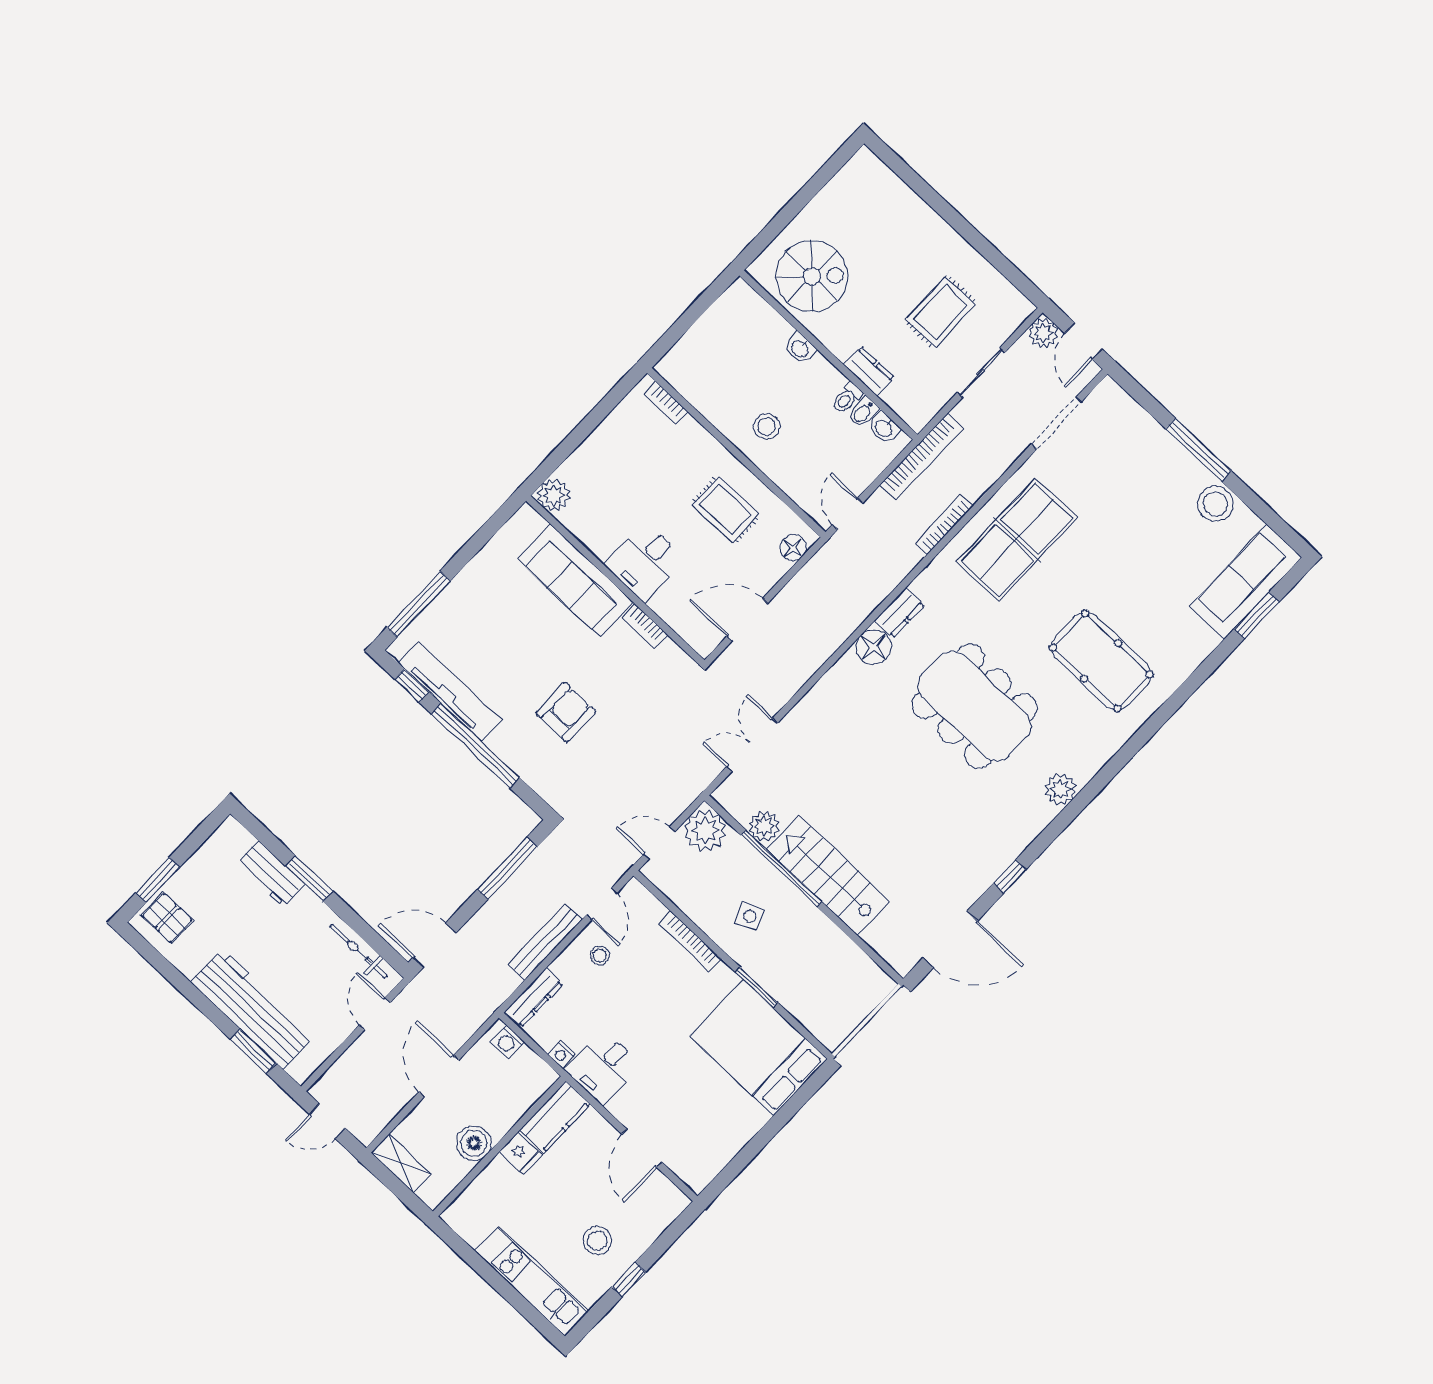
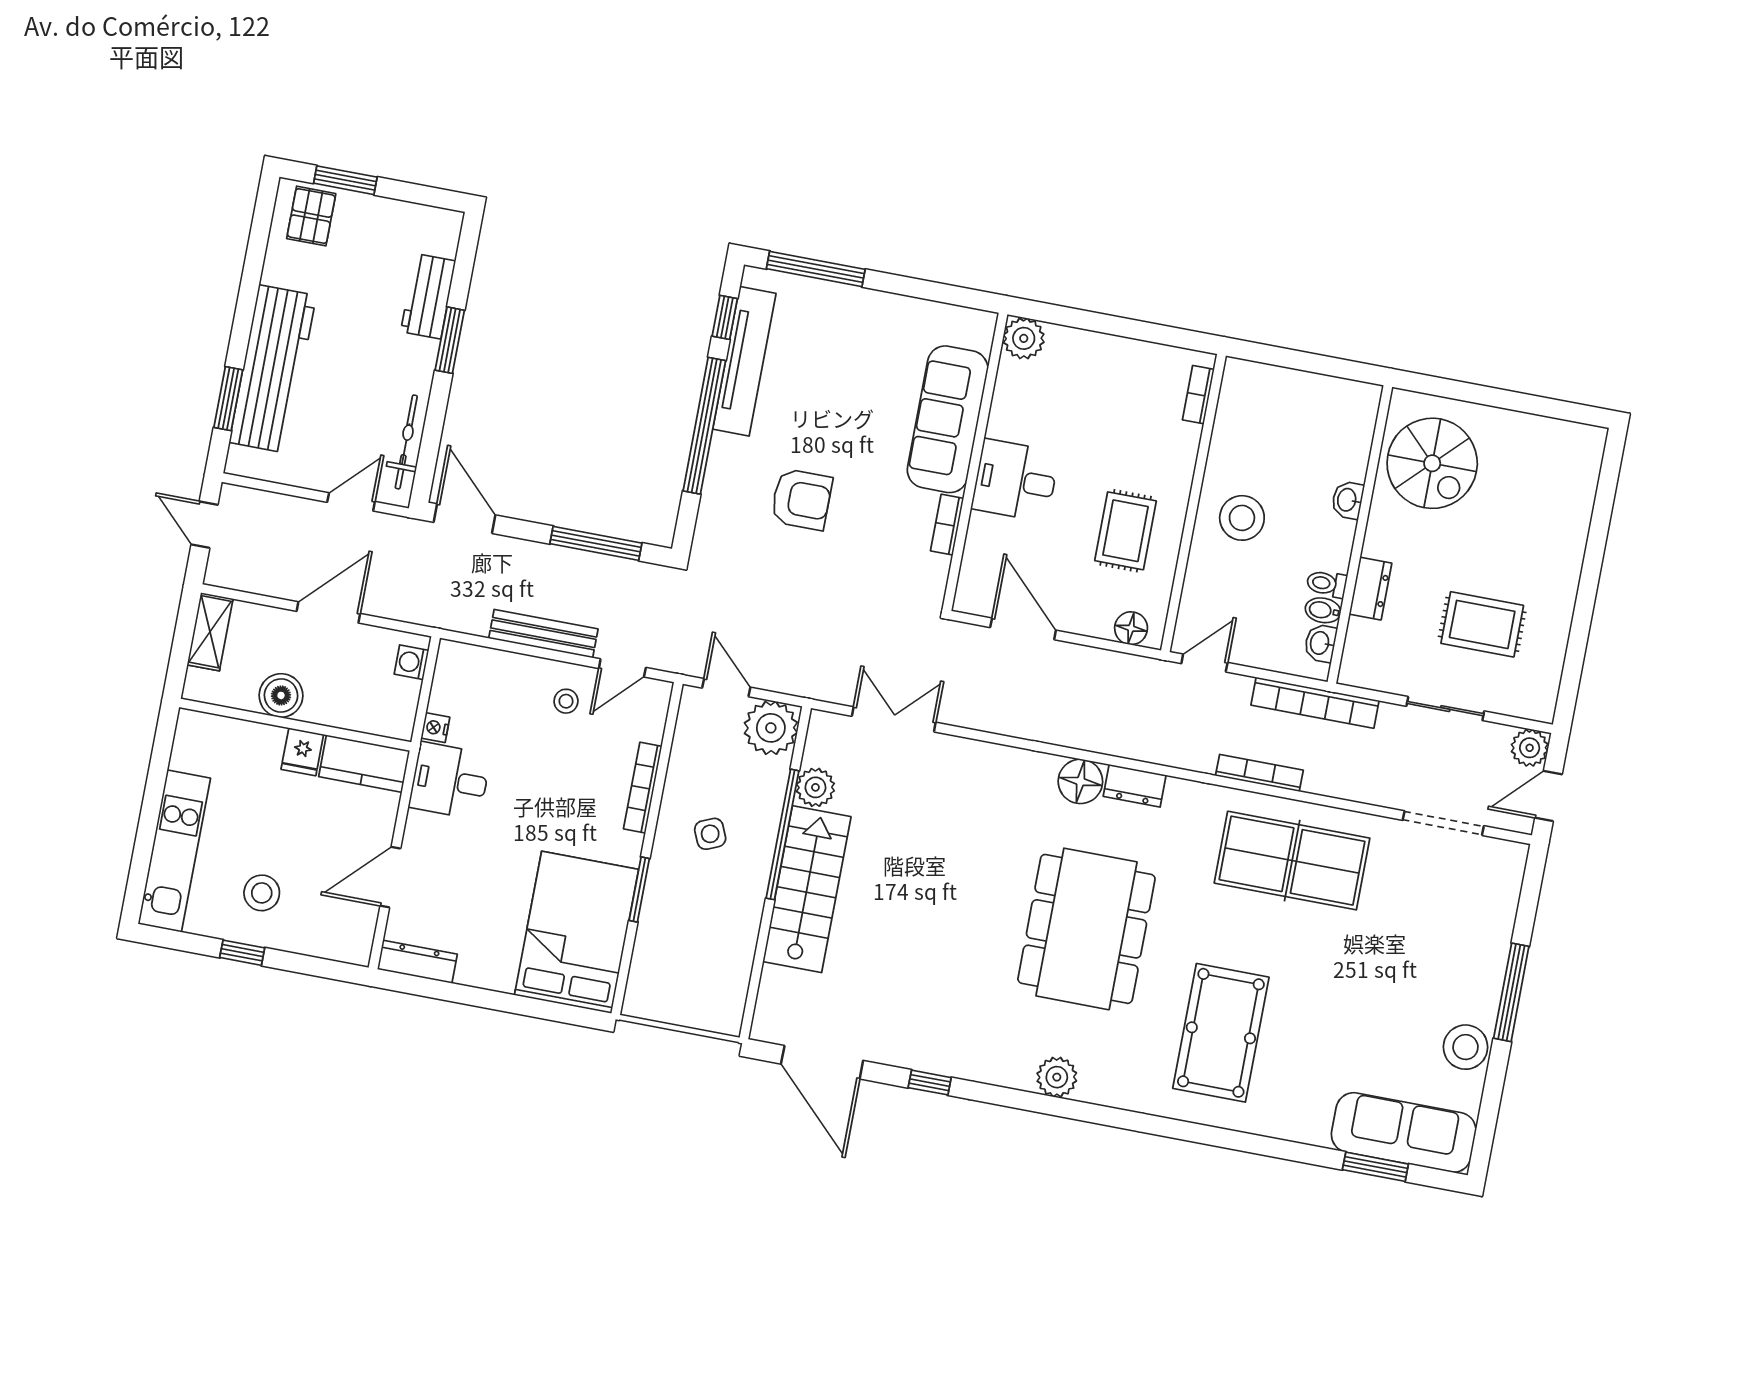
stool: (767, 426) -> (1242, 518), width x1.38, depth x1.38
dresser: (534, 998) -> (417, 962), moved, turned 180

